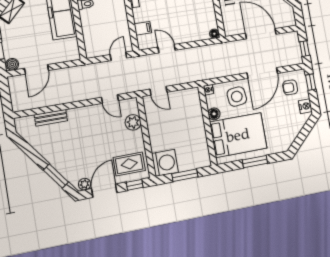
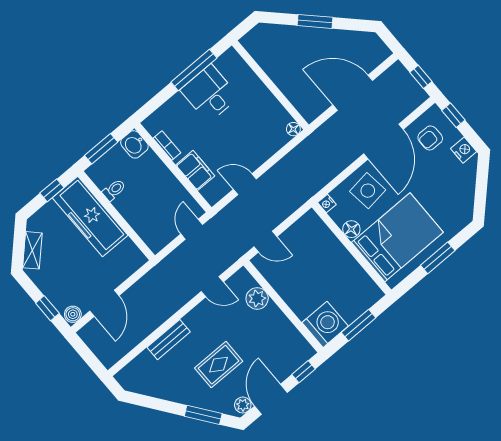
filing cabinet: (143, 28) -> (195, 170), width x2.00
bench: (51, 118) -> (169, 340), moved
rug: (129, 164) -> (219, 365), moved

